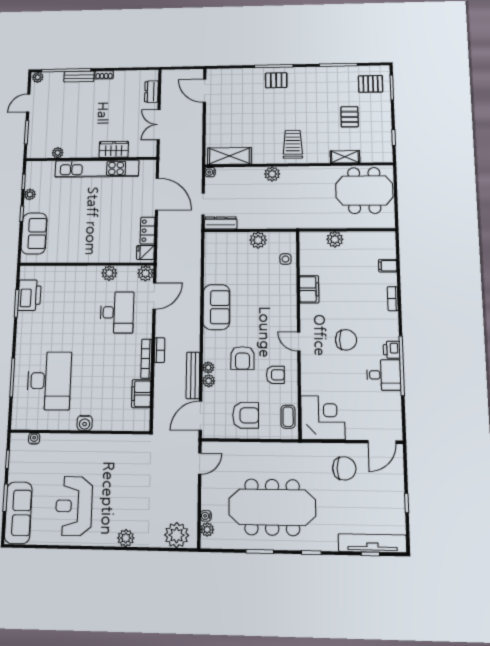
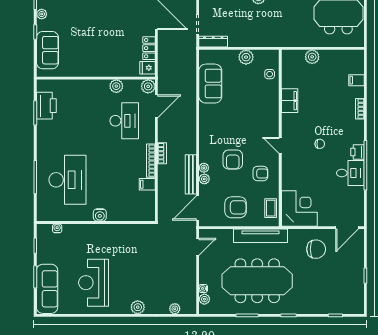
sofa: (216, 307) -> (210, 84), moved
chair: (346, 340) -> (320, 144), width x0.54, depth x0.54
filing cabinet: (141, 394) -> (147, 184), width x0.50
plant: (177, 535) -> (175, 309), width x0.53, depth x0.53
tv unit: (372, 543) -> (260, 236), moved, turned 180

